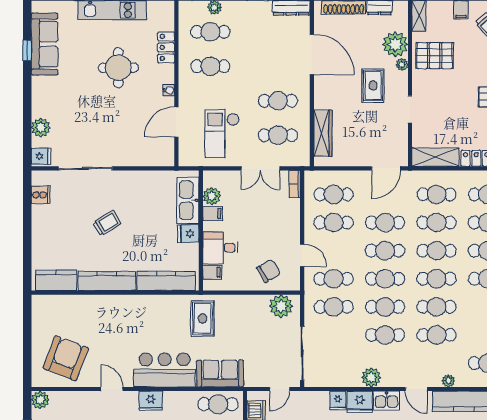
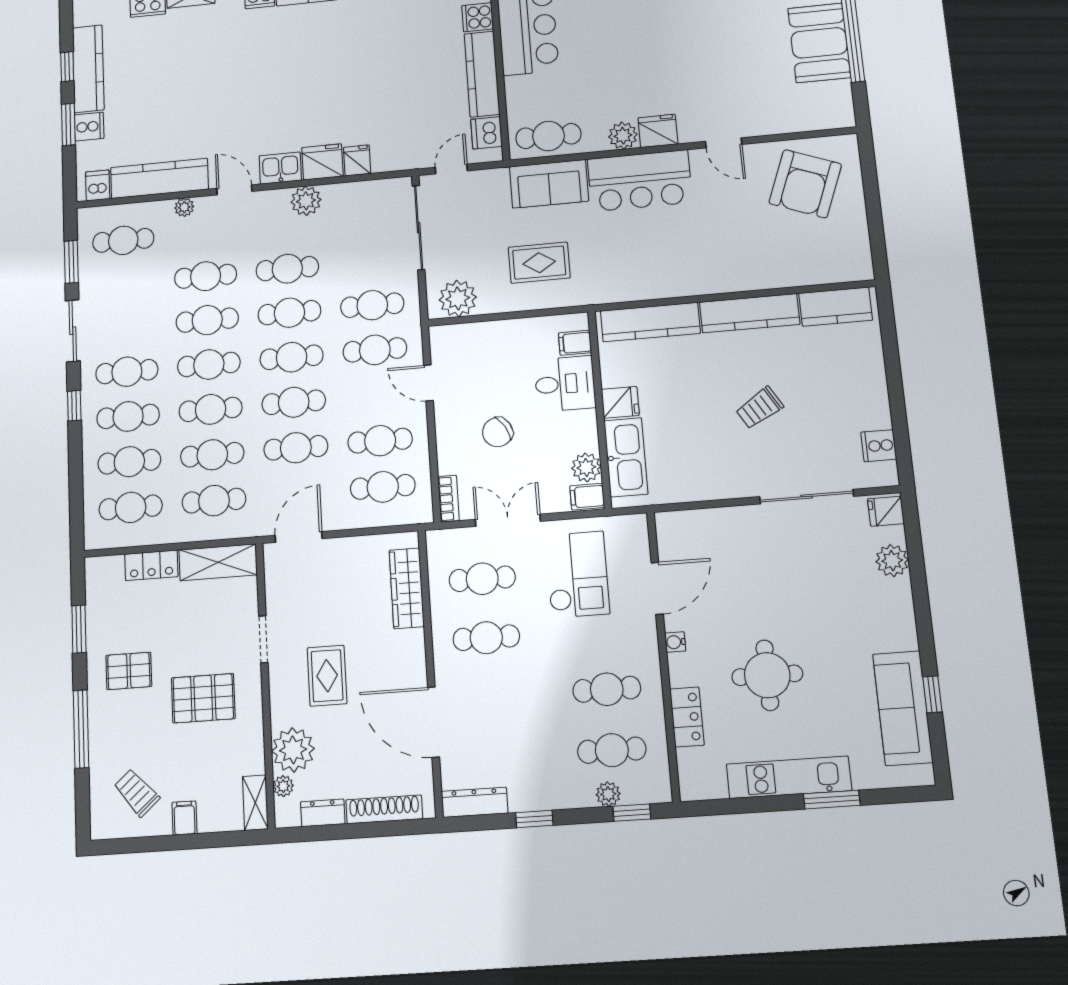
pallet: (435, 56) -> (203, 698), moved
plant: (402, 64) -> (283, 786), moved
filing cabinet: (213, 214) -> (587, 497), moved
chair: (269, 271) -> (498, 432), moved
rug: (203, 318) -> (539, 263), moved, turned 90
plant: (40, 400) -> (623, 136), moved

